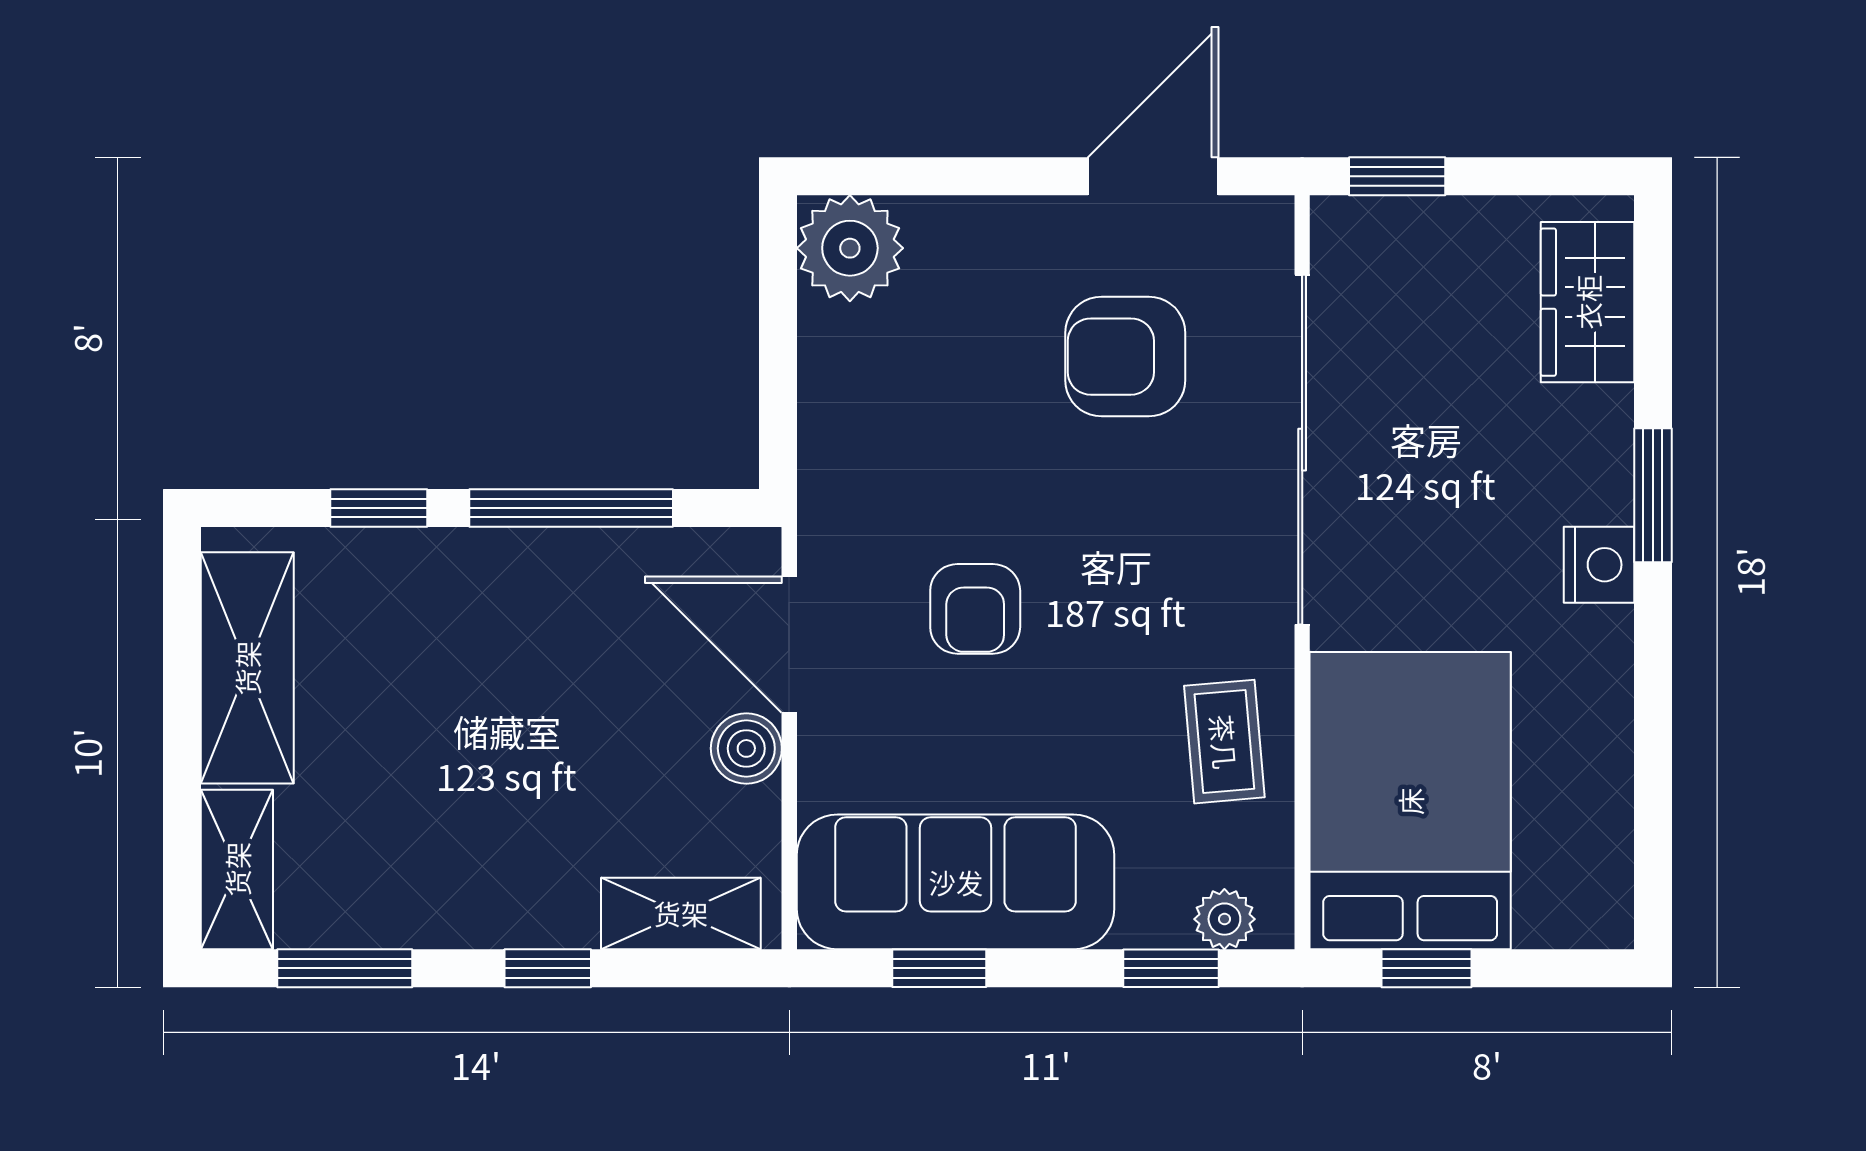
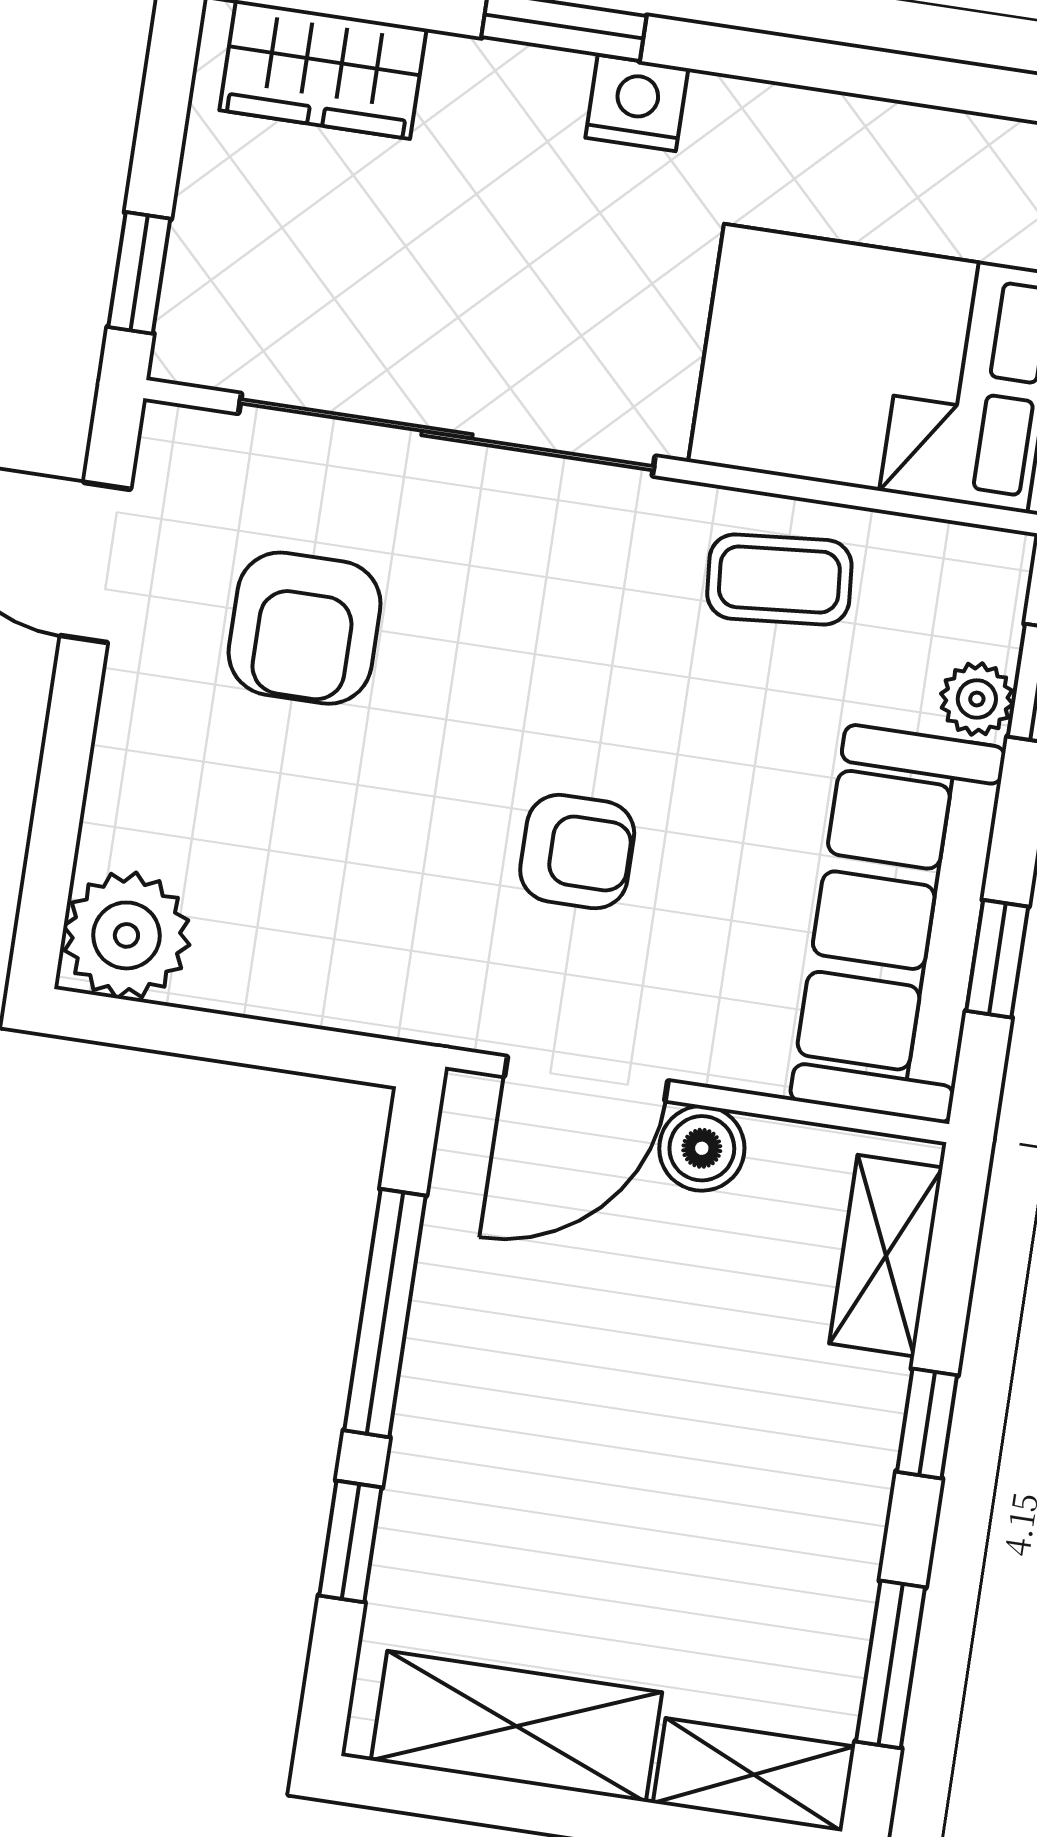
plant: (1224, 919) -> (977, 699), moved

